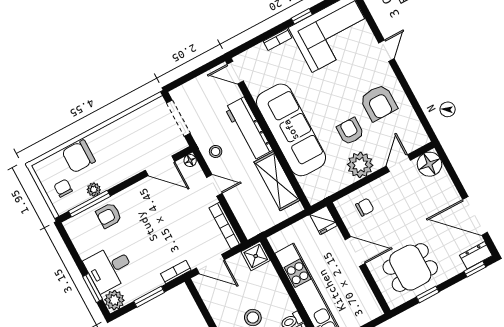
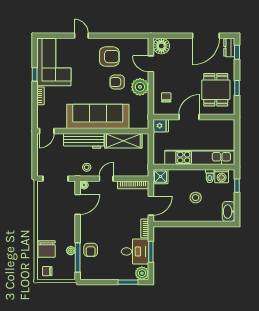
chair: (63, 188) -> (47, 271), moved
desk: (109, 268) -> (135, 251), moved, turned -90

